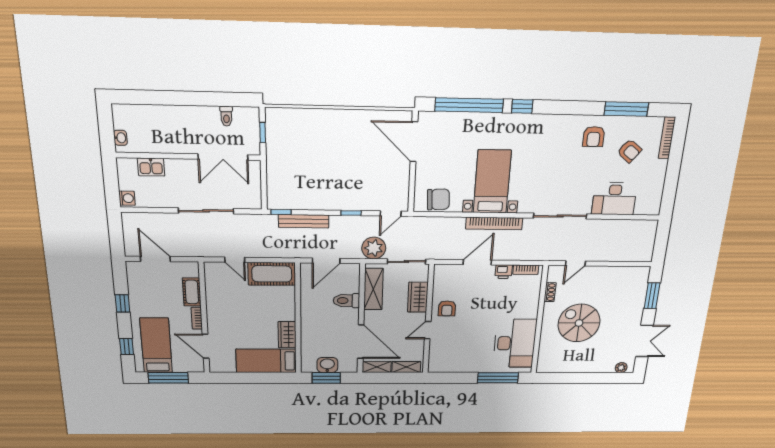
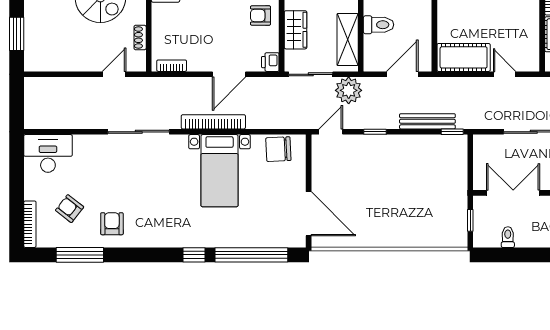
desk: (614, 199) -> (48, 153), moved
printer: (504, 272) -> (270, 62), moved, turned -90
armchair: (447, 308) -> (260, 16), turned -90

